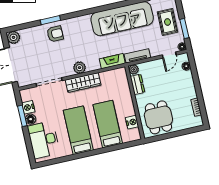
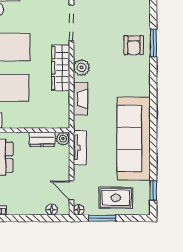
fireplace: (112, 61) -> (80, 99), moved

